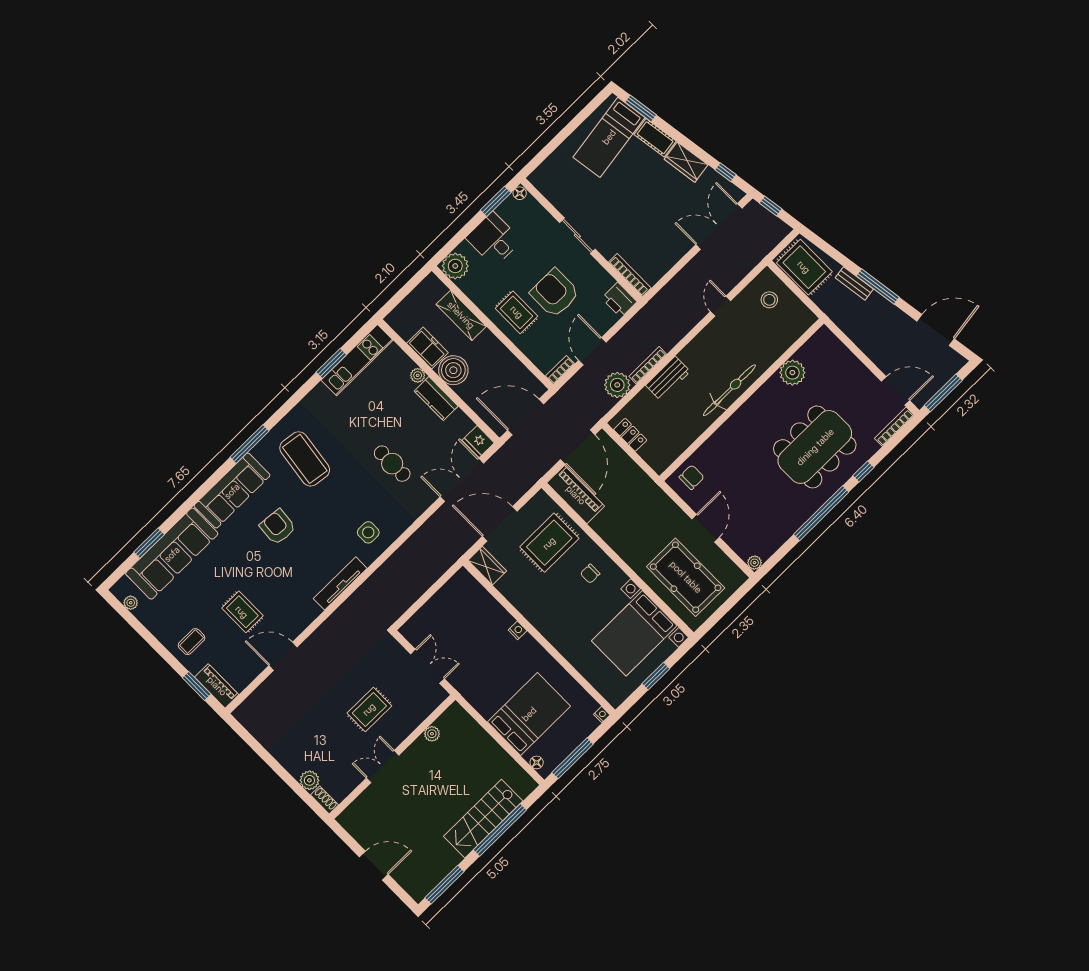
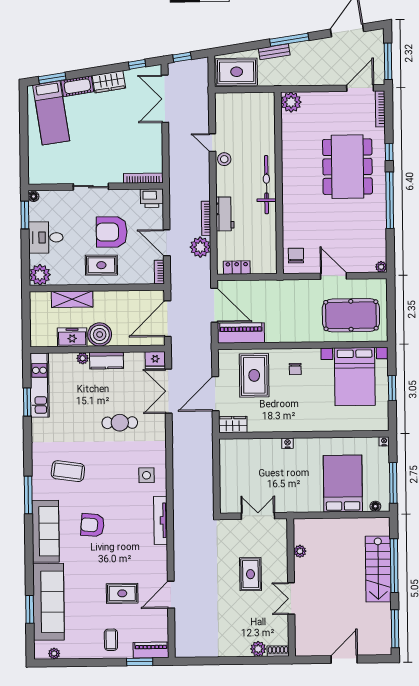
stool: (769, 300) -> (224, 159), moved
plant: (792, 373) -> (291, 102), moved
coffee table: (305, 459) -> (68, 471), width x0.73, depth x0.76

